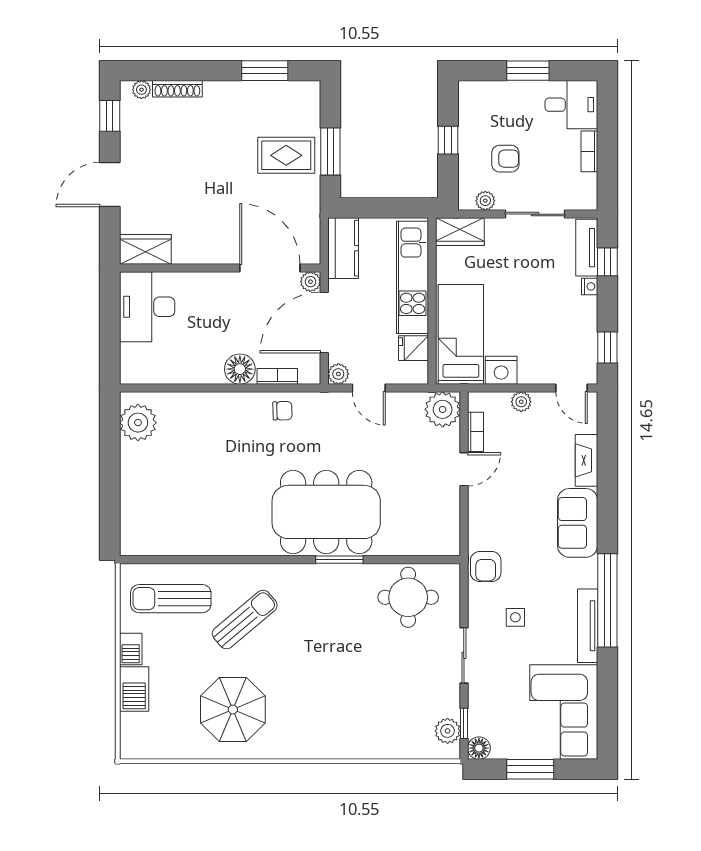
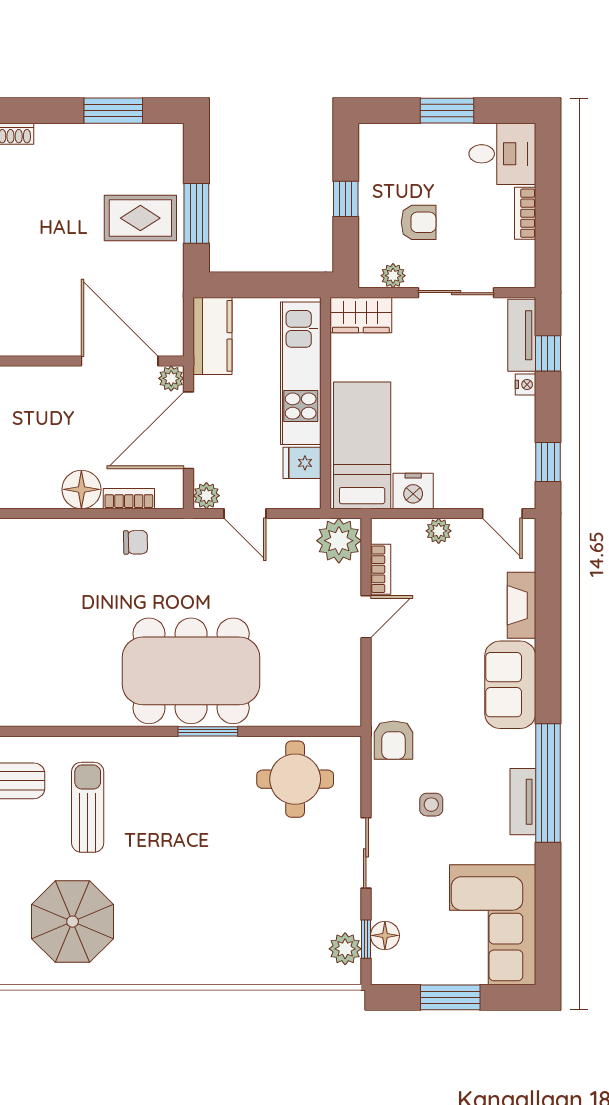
sun lounger: (245, 619) -> (88, 807), turned -50
tv unit: (588, 626) -> (523, 802), width x0.71
floor lamp: (479, 748) -> (385, 935), moved

